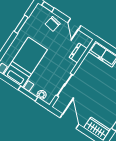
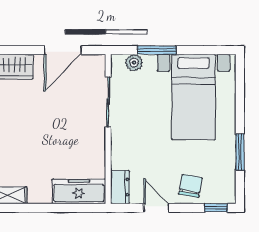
dresser: (78, 53) -> (120, 187), moved
door: (69, 121) -> (63, 50), hinge flipped

